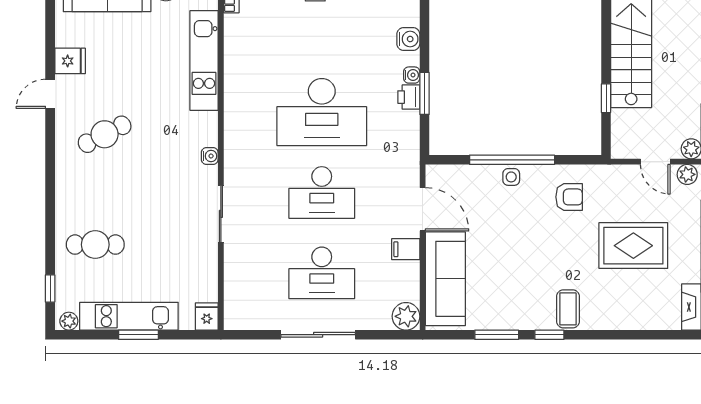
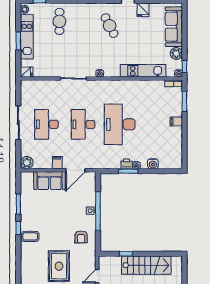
sofa: (445, 279) -> (49, 181), width x0.73

